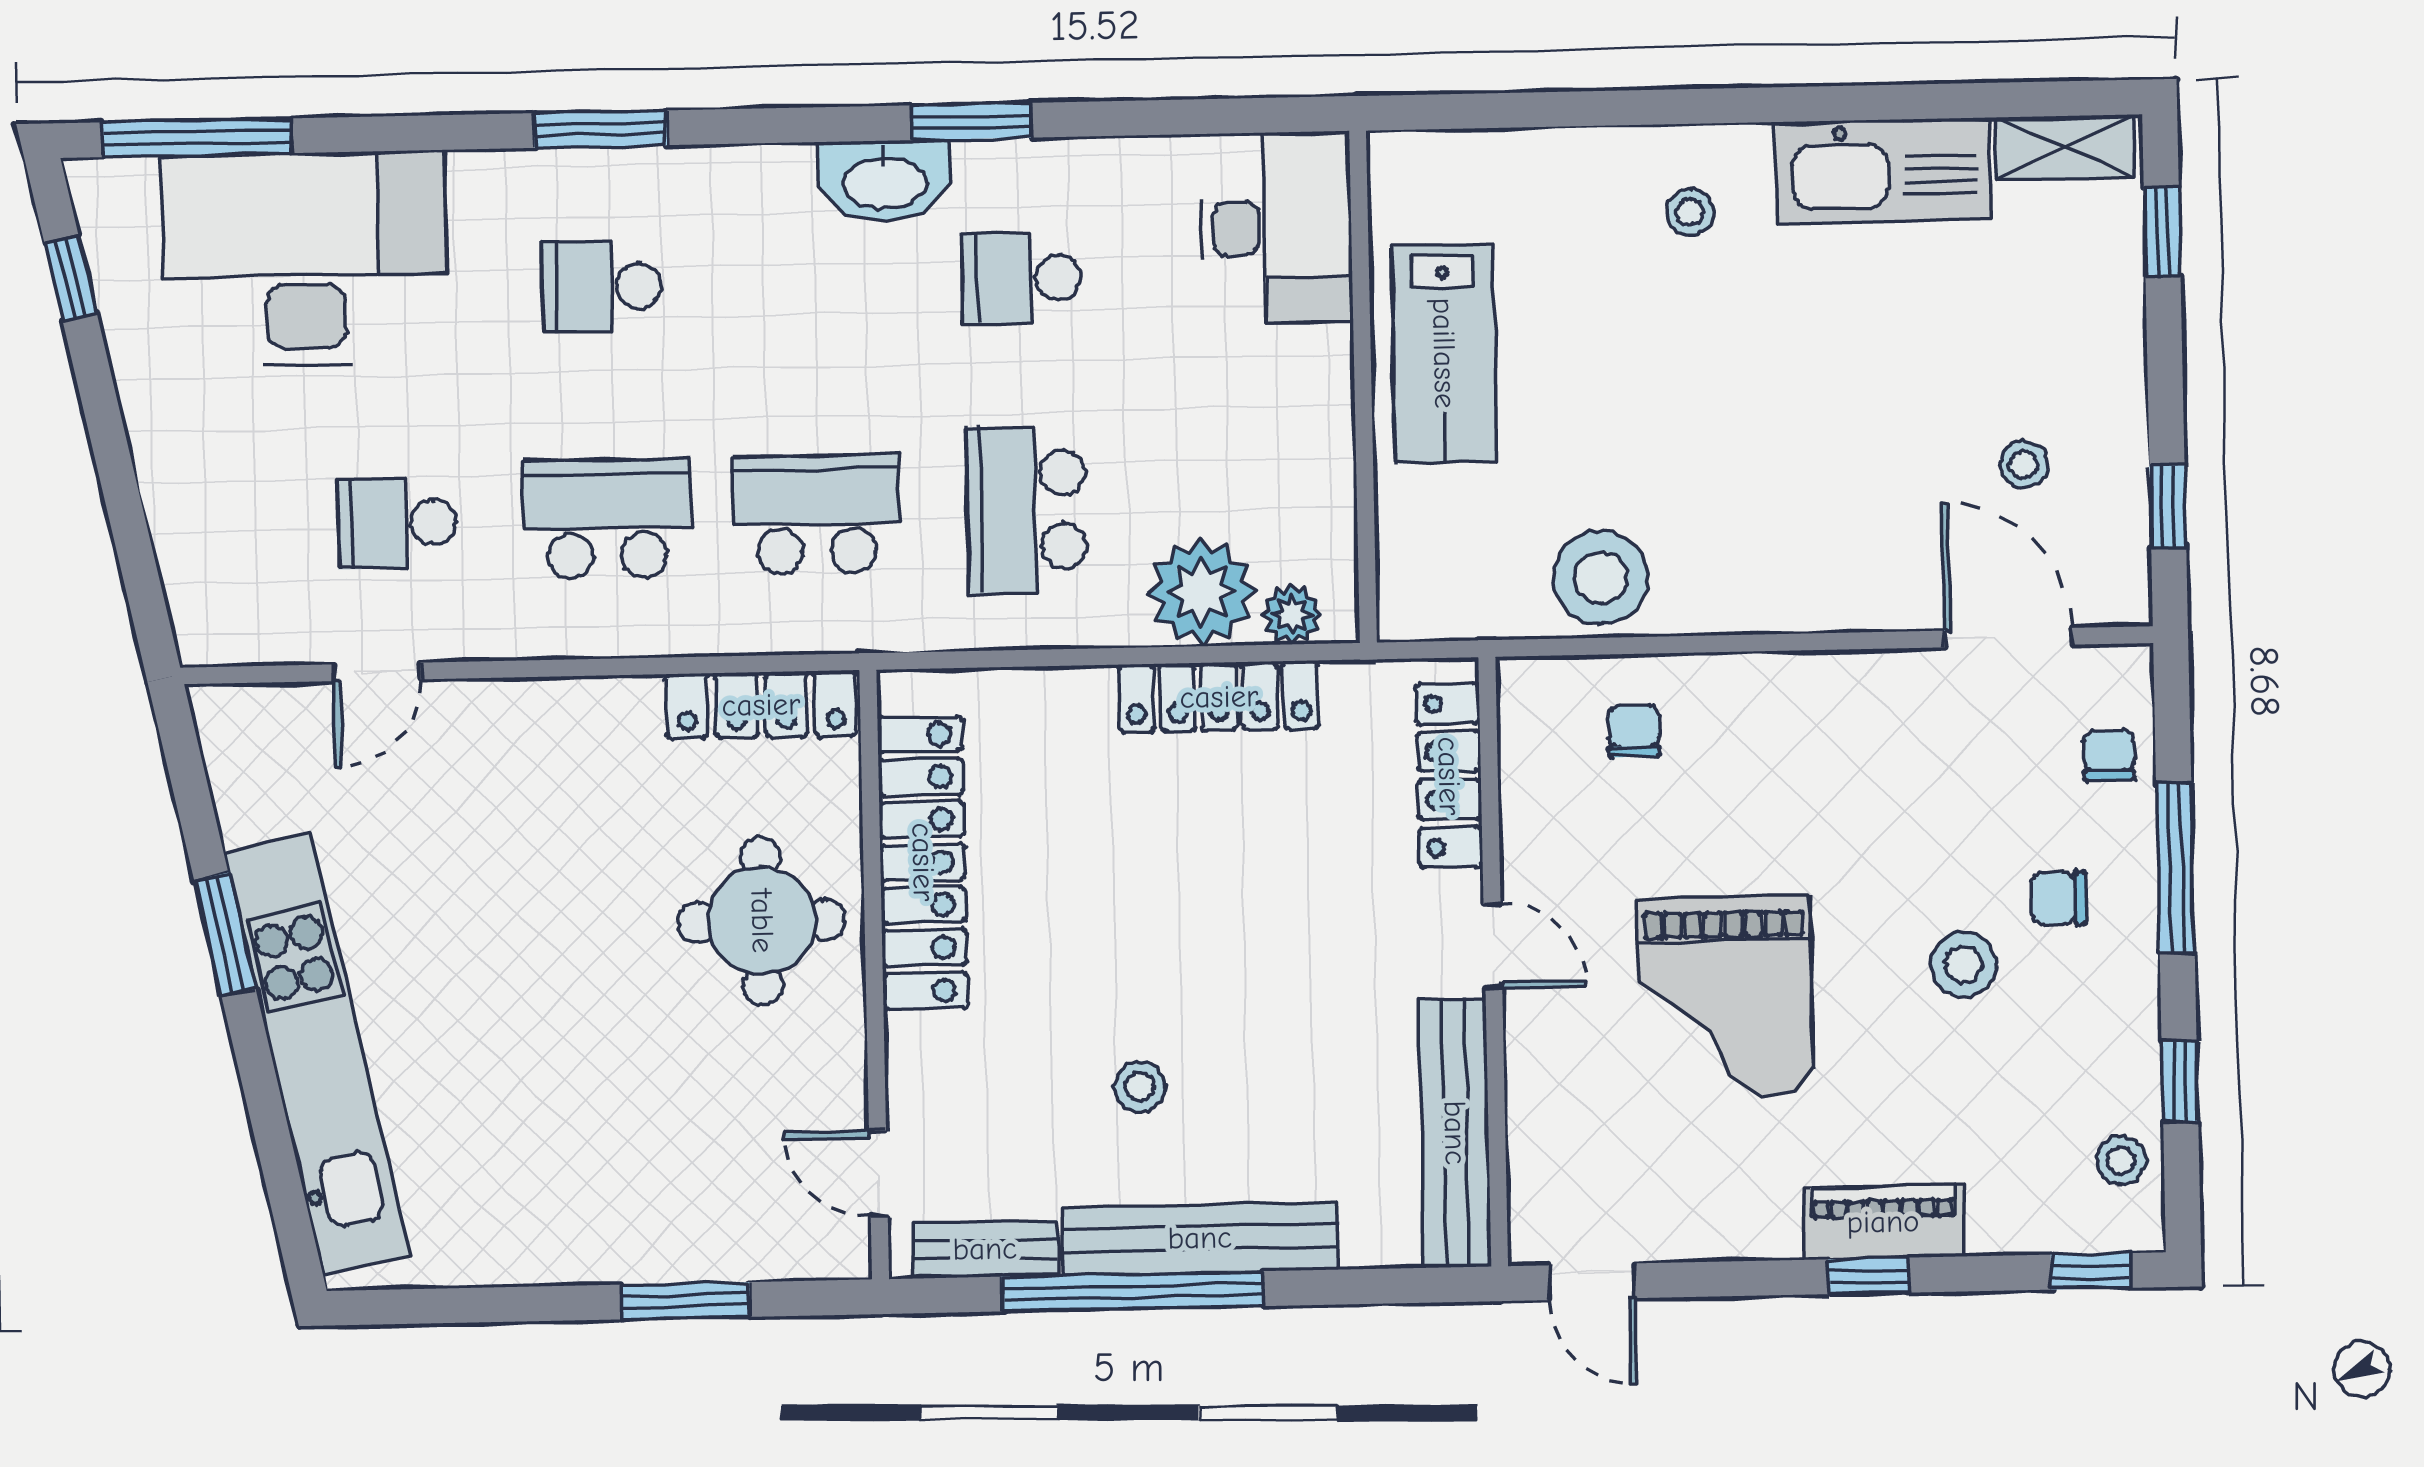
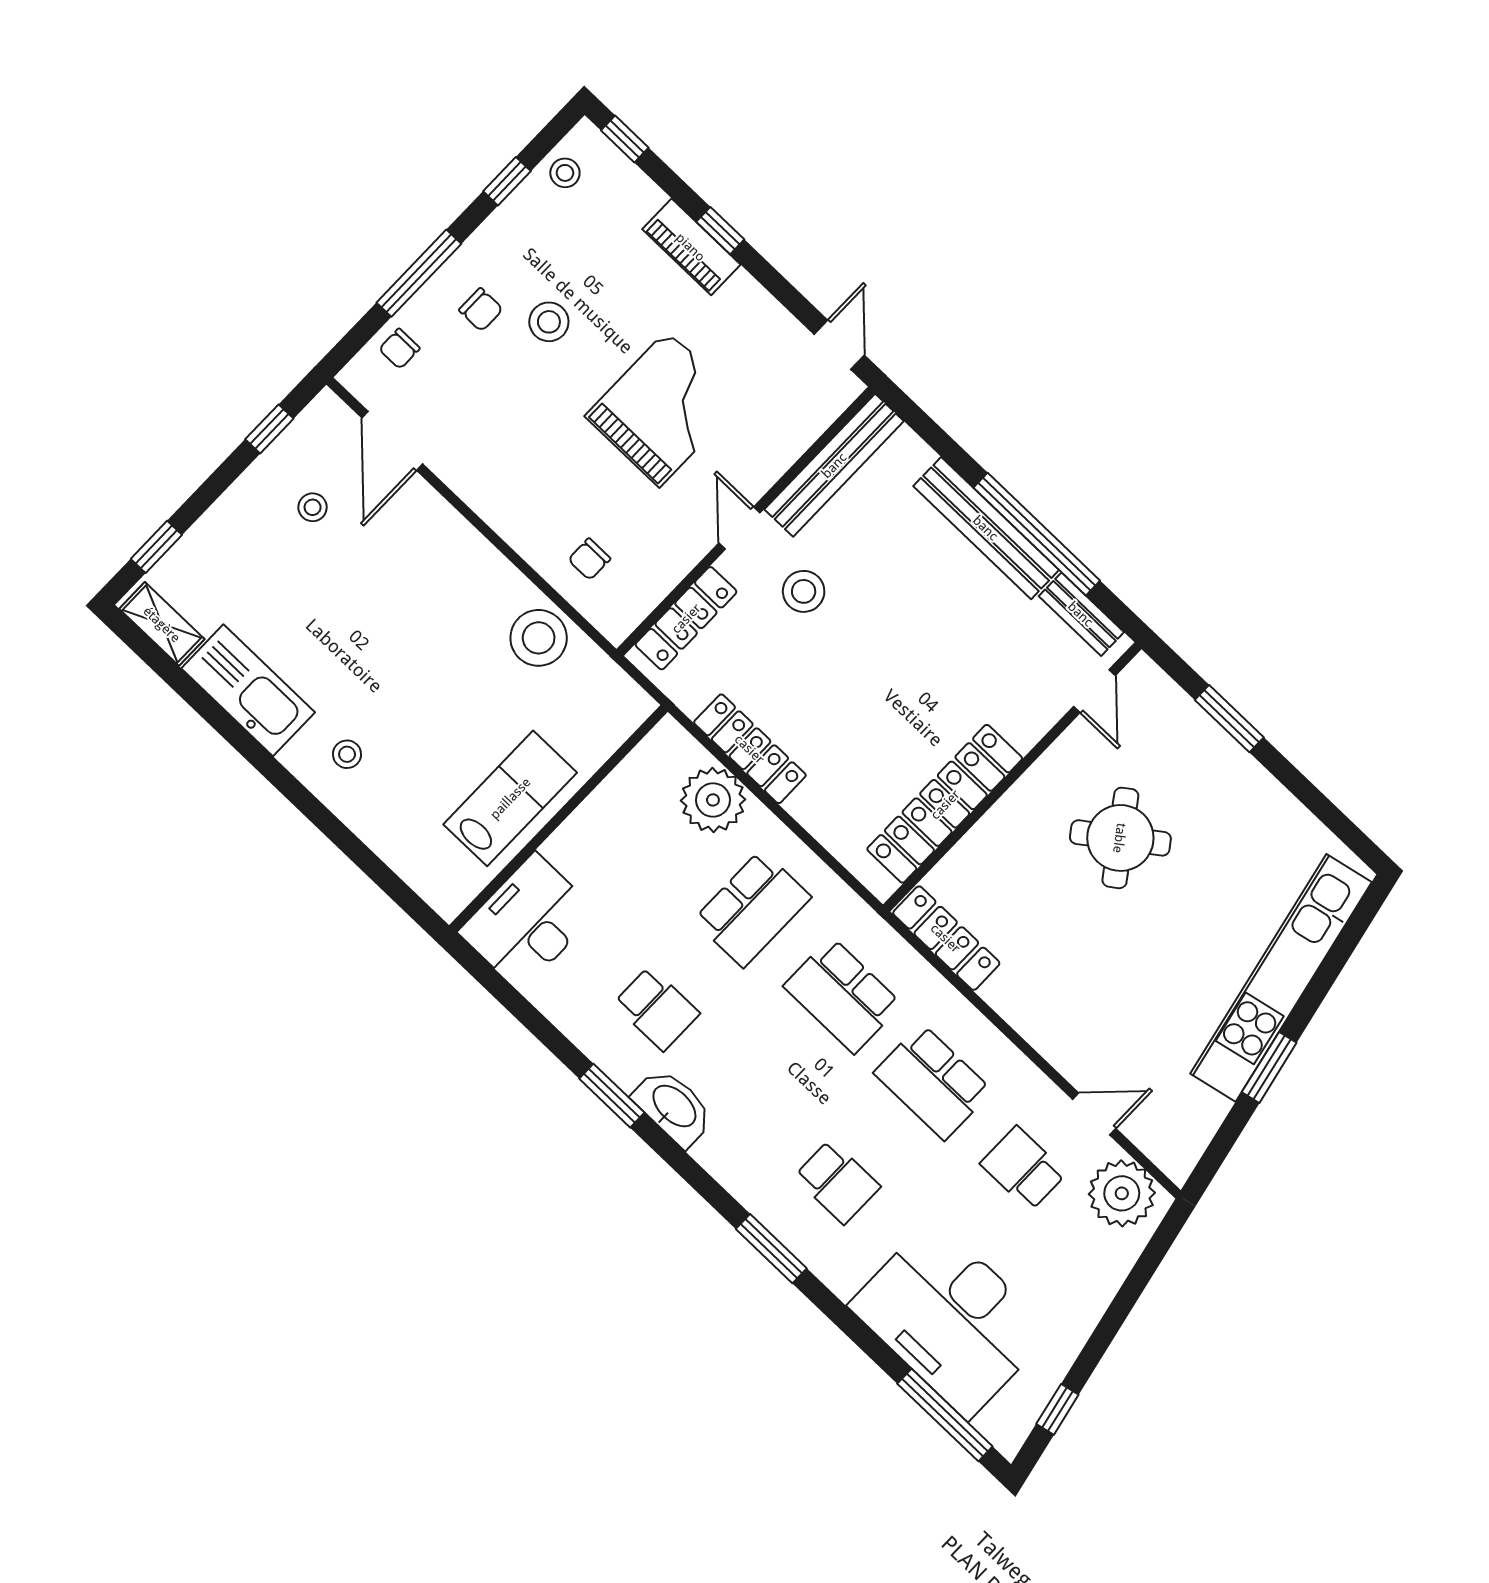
school desk: (397, 523) -> (1023, 1168), turned 180
plant: (1292, 615) -> (1122, 1193), moved, width x1.88, depth x1.88
round table: (762, 921) -> (1120, 838), moved, turned -36
stool: (1140, 1087) -> (804, 591), moved, width x1.37, depth x1.37

